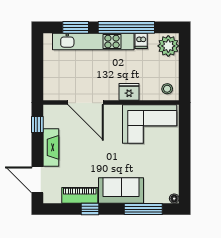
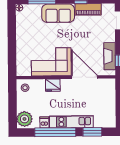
kitchen unit: (93, 42) -> (71, 122), width x0.73
corner sofa: (150, 124) -> (51, 62), moved
fireplace: (51, 147) -> (110, 56), moved

